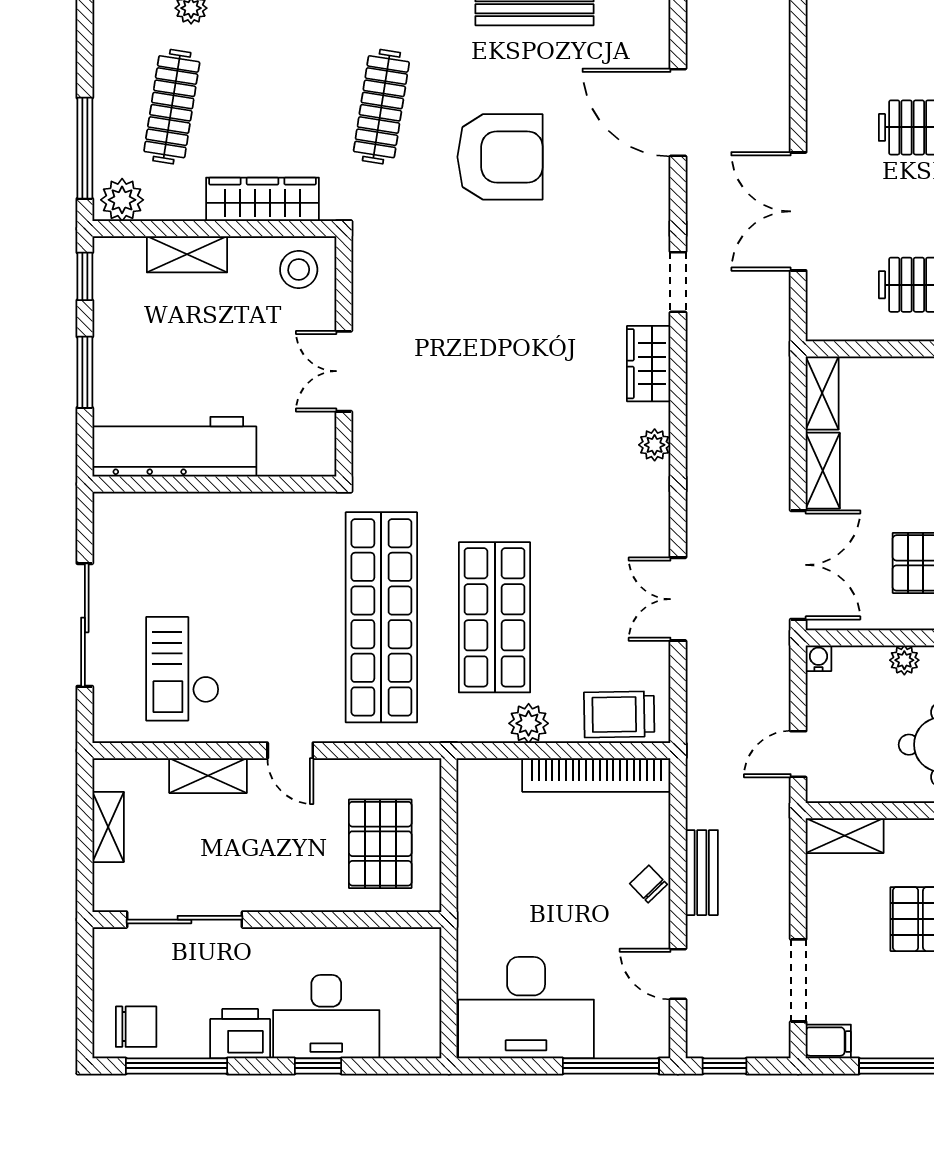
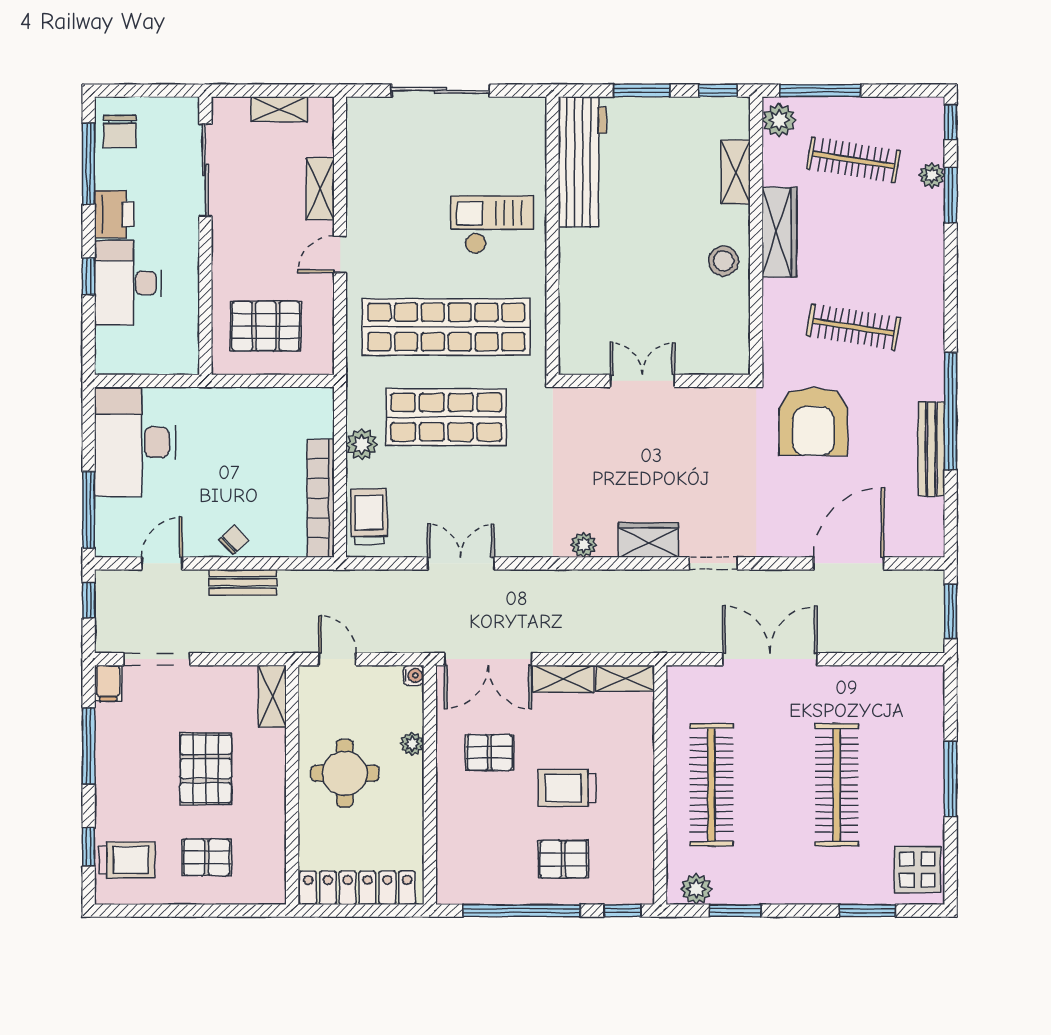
wall: (344, 356) -> (654, 381), moved
double door: (344, 371) -> (642, 381), moved
checkout: (182, 669) -> (492, 225), moved

